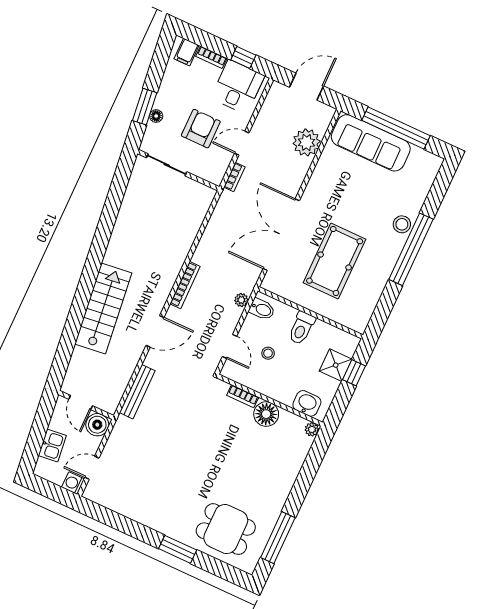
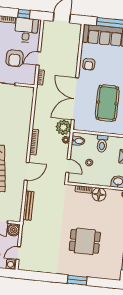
armchair: (201, 129) -> (15, 58), turned 180
plant: (307, 142) -> (63, 127), moved
armchair: (326, 183) -> (89, 64), added
dining table: (226, 529) -> (85, 241), moved

